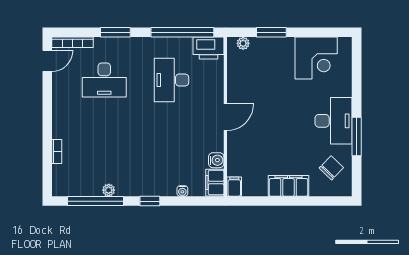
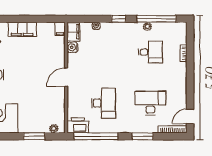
desk: (104, 153) -> (150, 52), added

